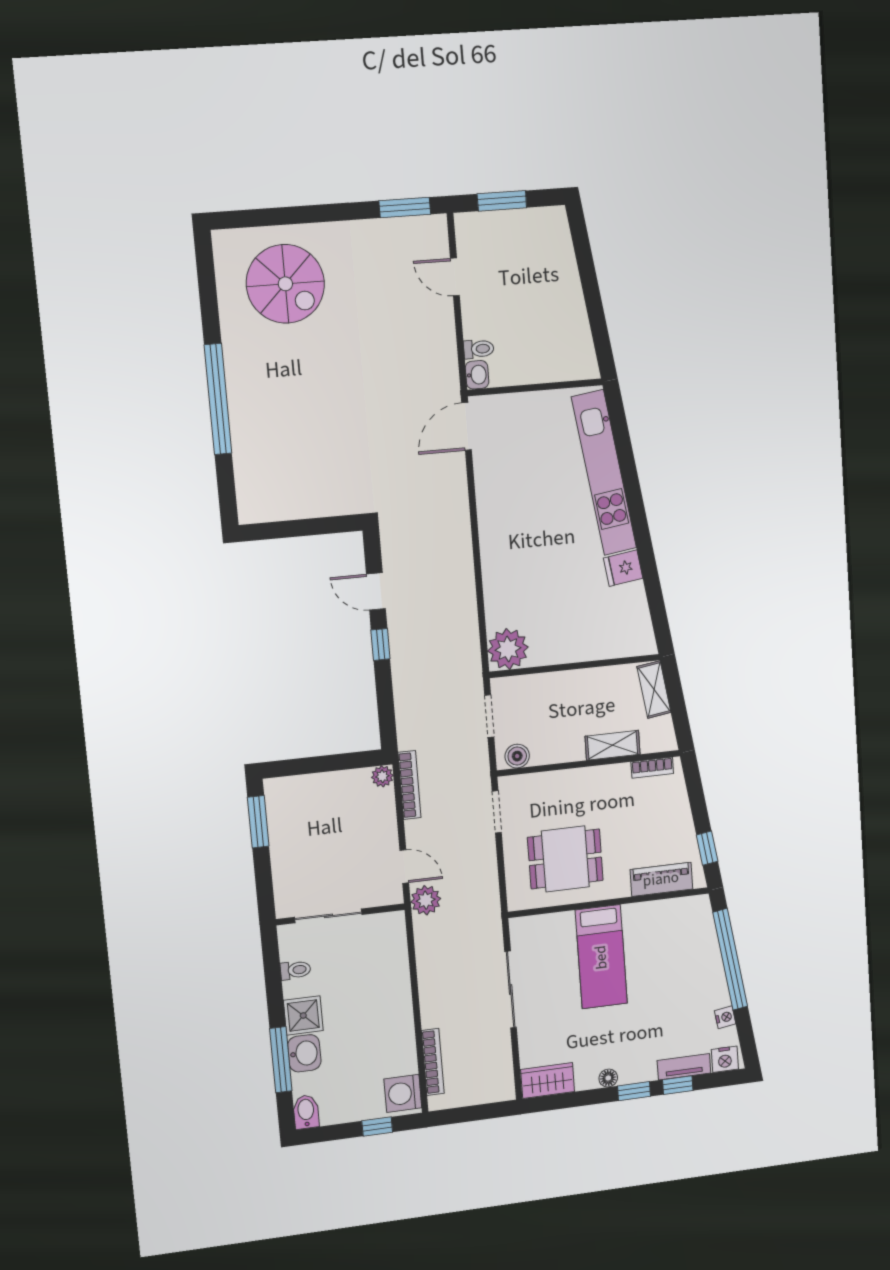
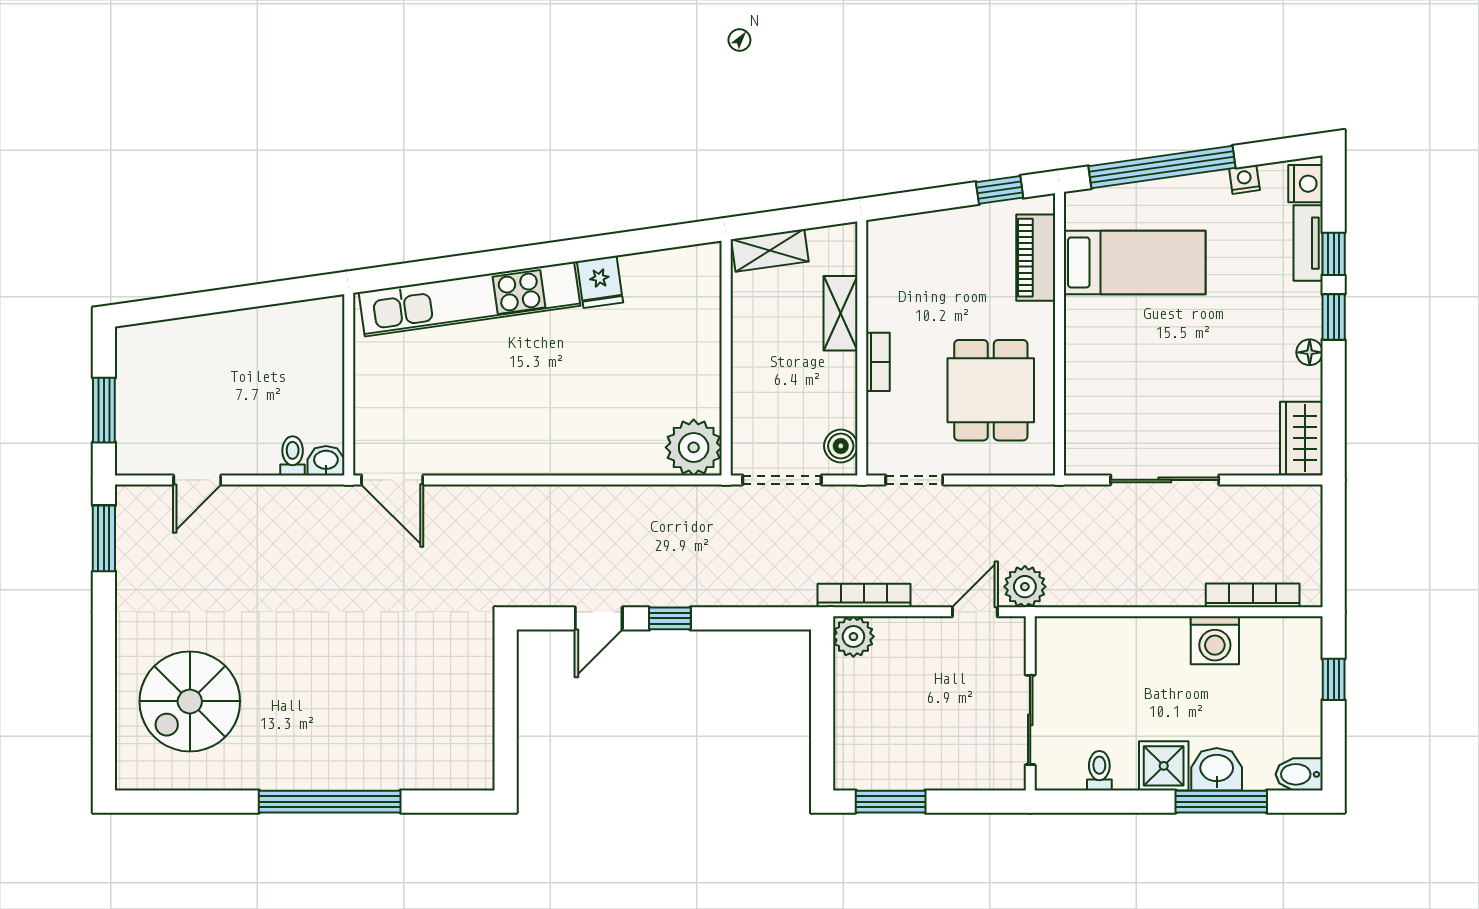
spiral stairs: (285, 284) -> (190, 701), turned 180
doorway: (489, 716) -> (782, 480), width x1.38
bookcase: (652, 768) -> (878, 362), moved
plant: (382, 776) -> (853, 637), width x1.38, depth x1.38
bed: (601, 957) -> (1135, 262), moved
washing machine: (403, 1093) -> (1215, 640), moved

